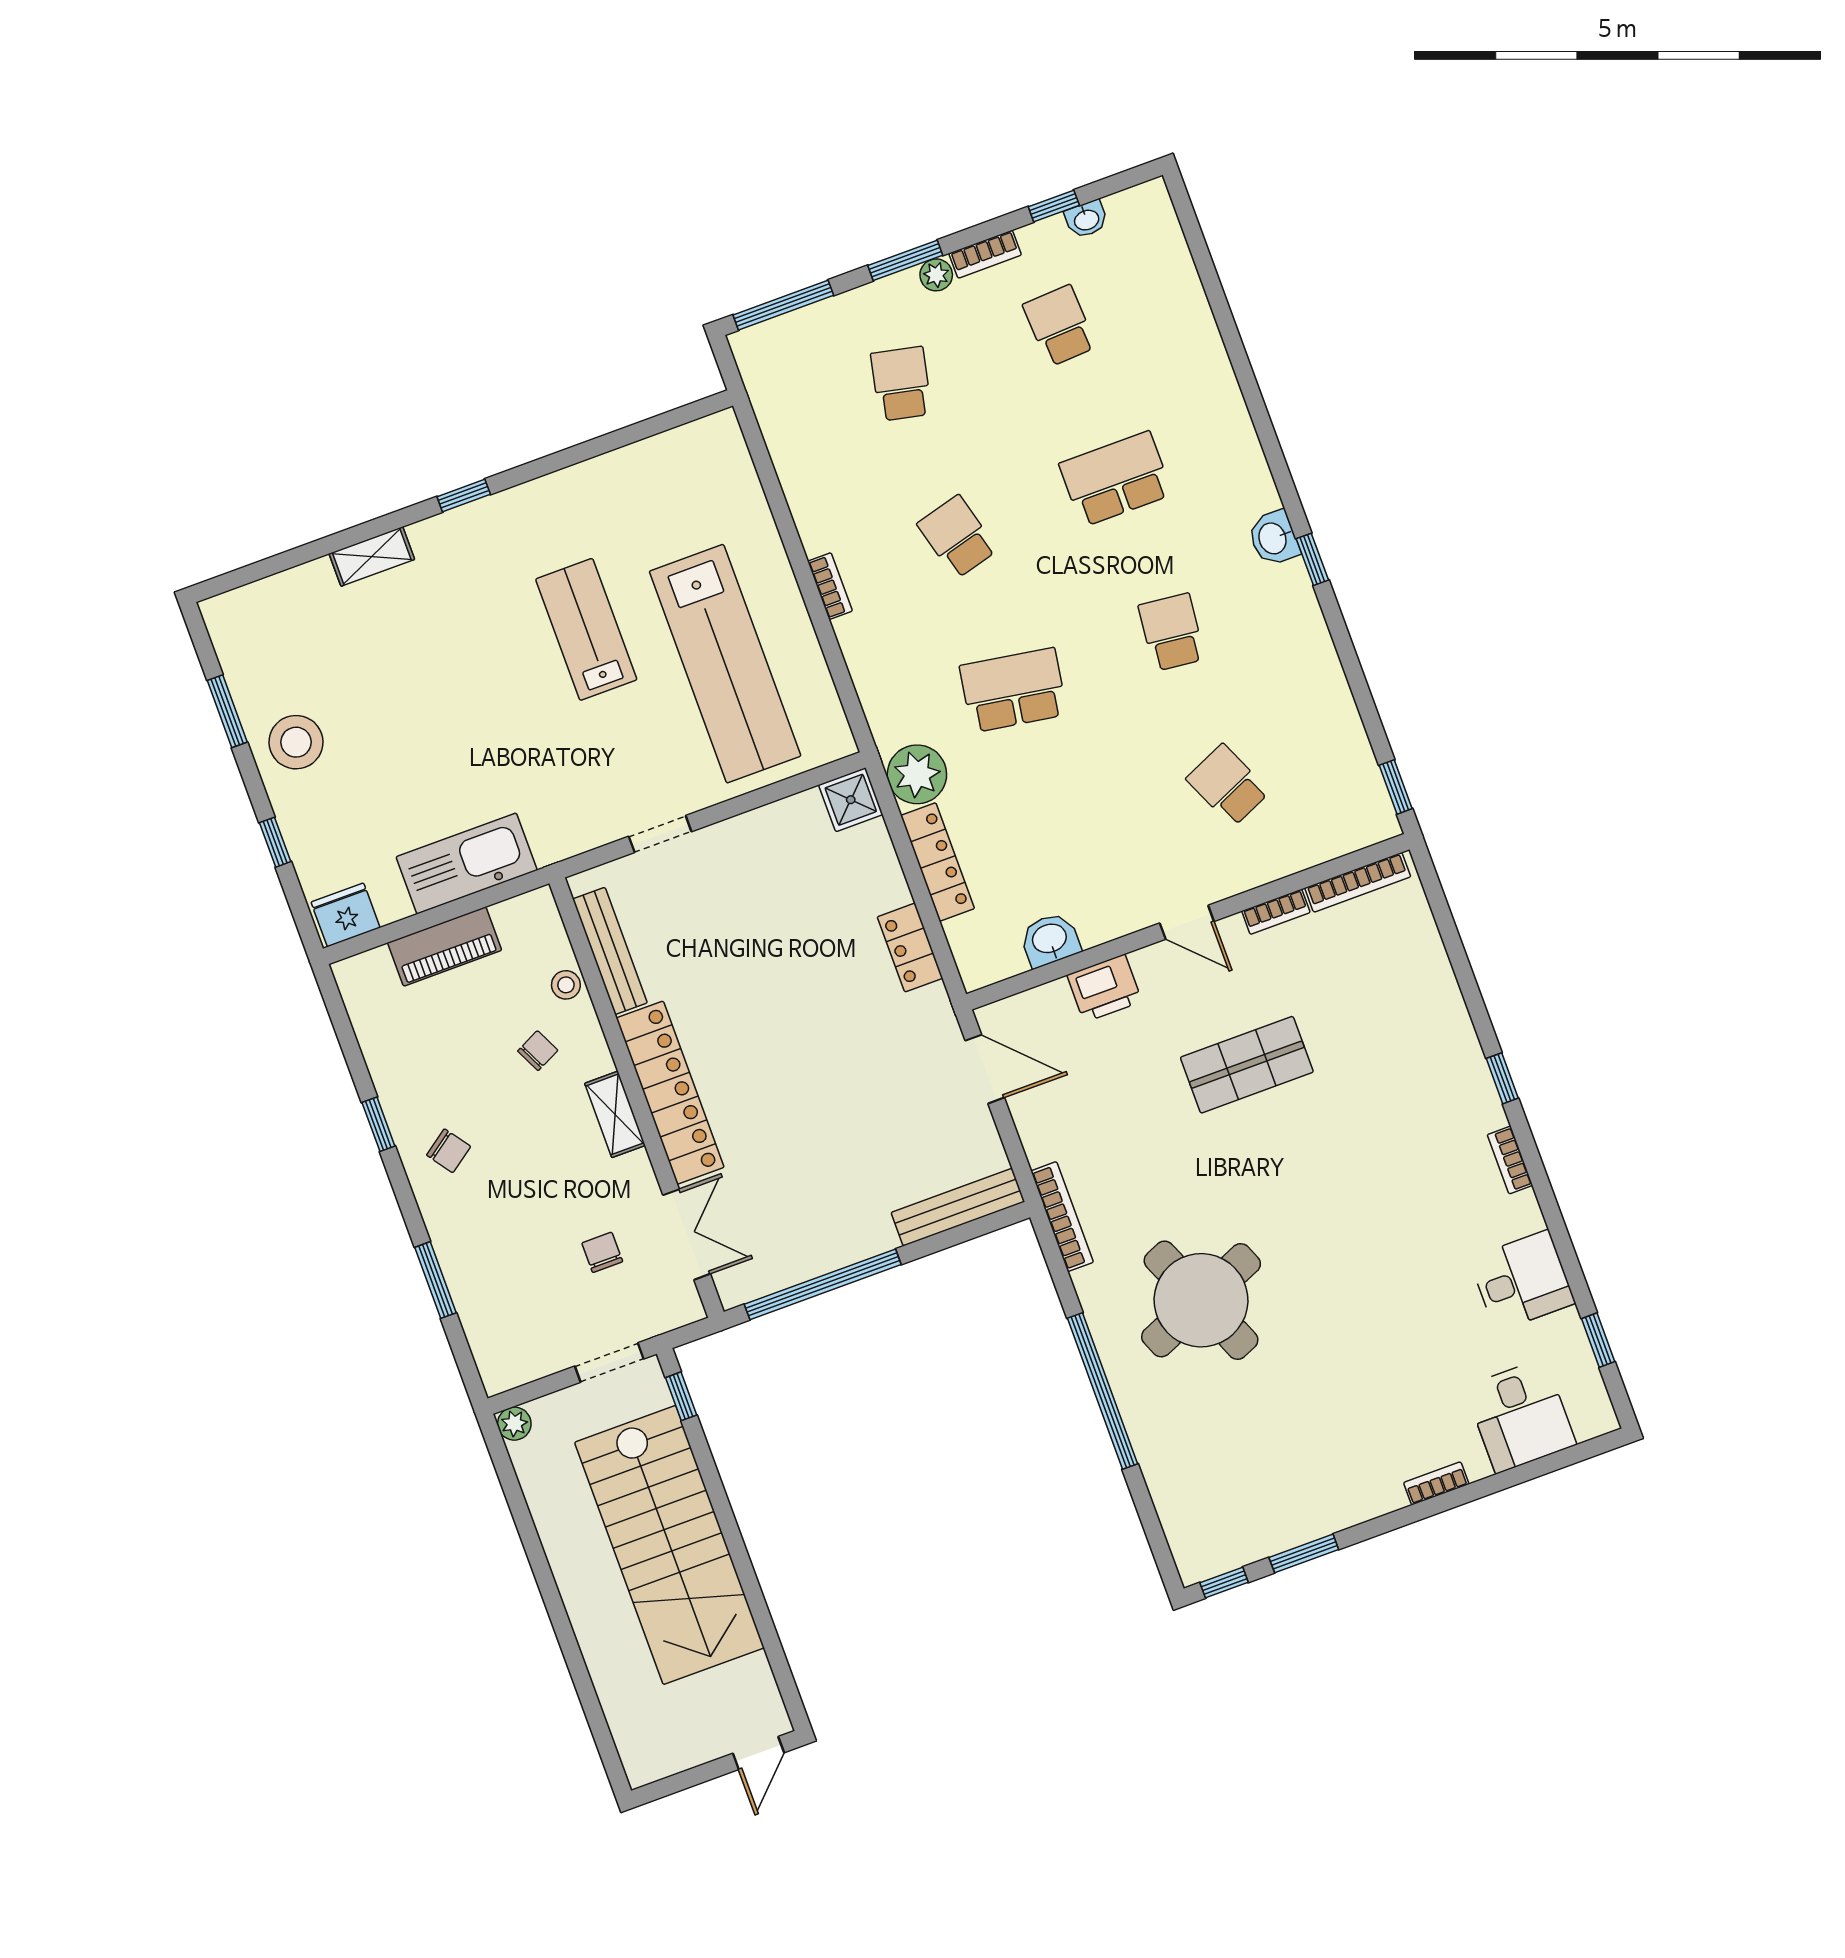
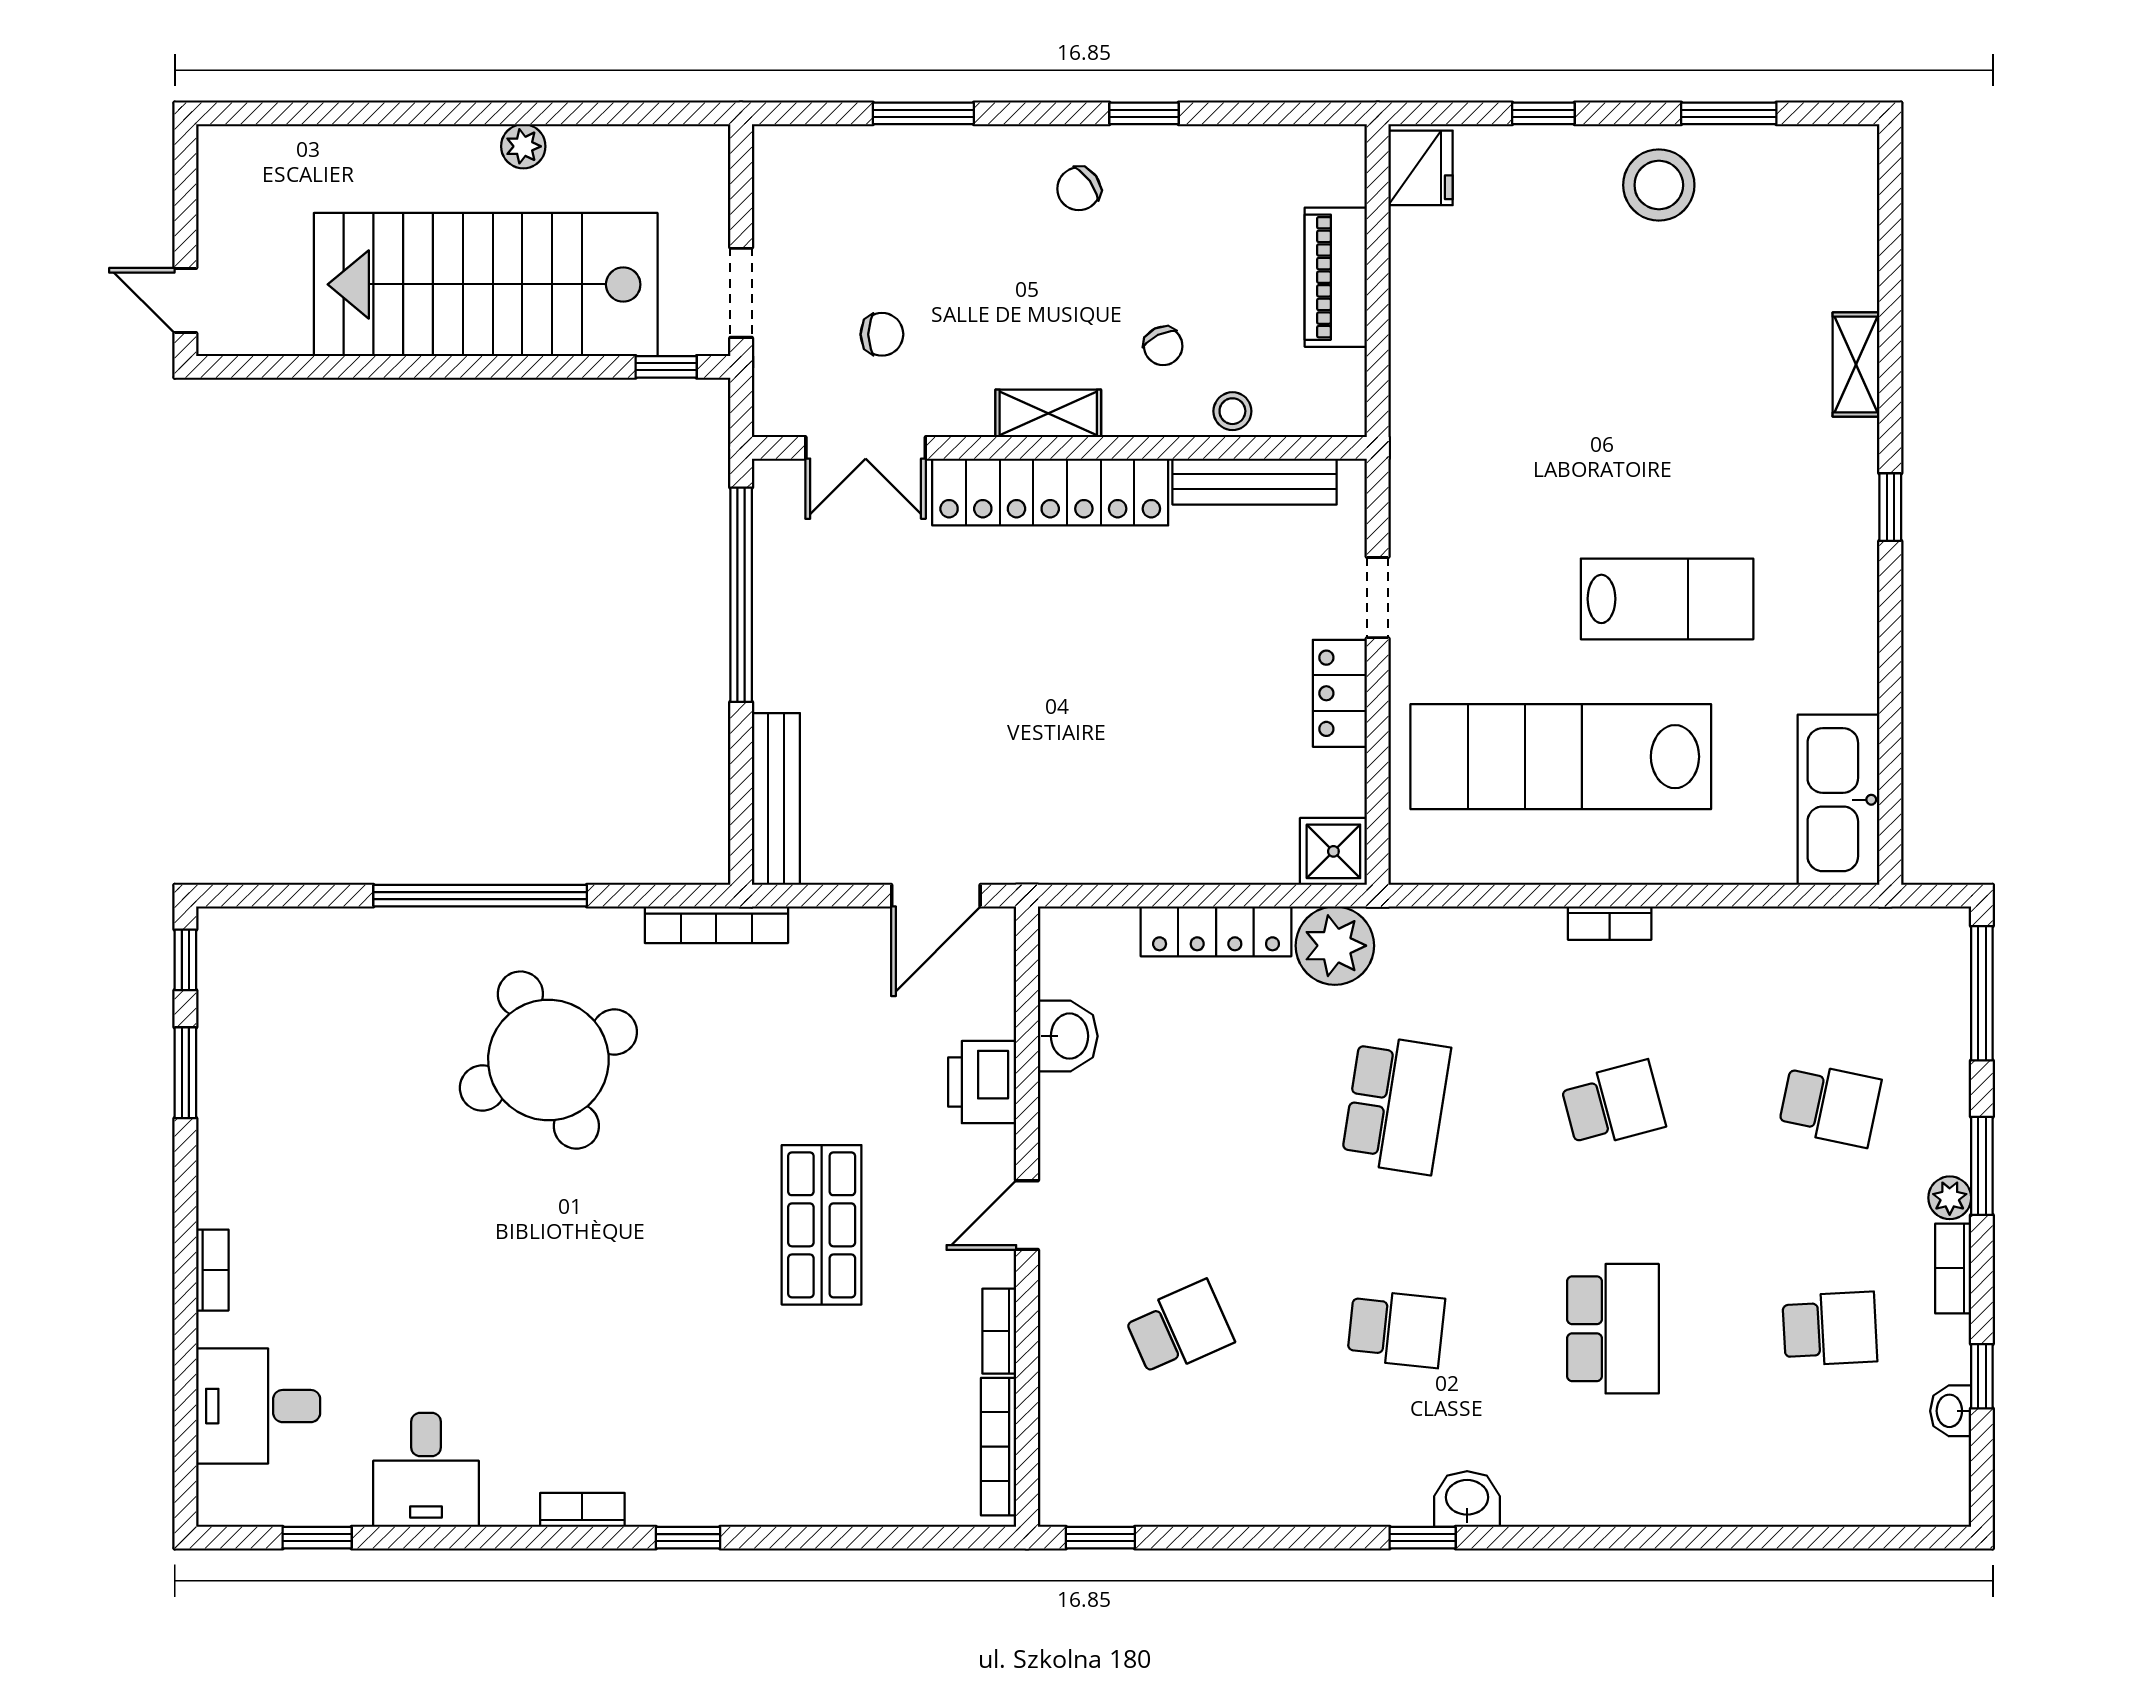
kitchen sink: (467, 863) -> (1839, 800), moved, turned 180
locker: (910, 948) -> (1340, 693), moved, turned -90
plant: (514, 1424) -> (523, 146), moved

